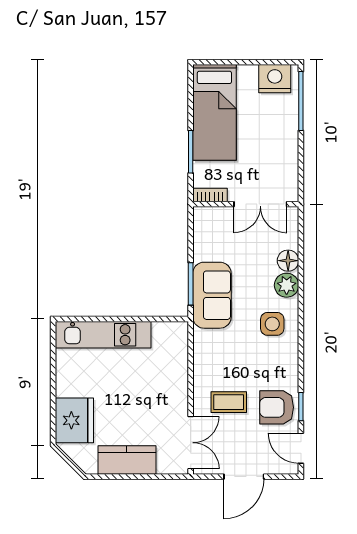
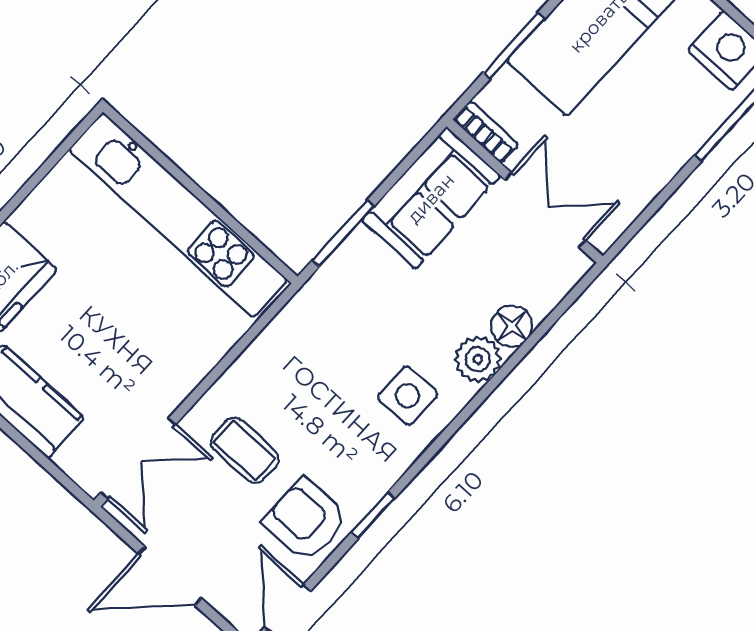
double door: (260, 204) -> (545, 210), swing flipped
sofa: (212, 295) -> (431, 198), moved
kitchen unit: (103, 335) -> (178, 215), width x1.36
window: (301, 407) -> (373, 515), moved

